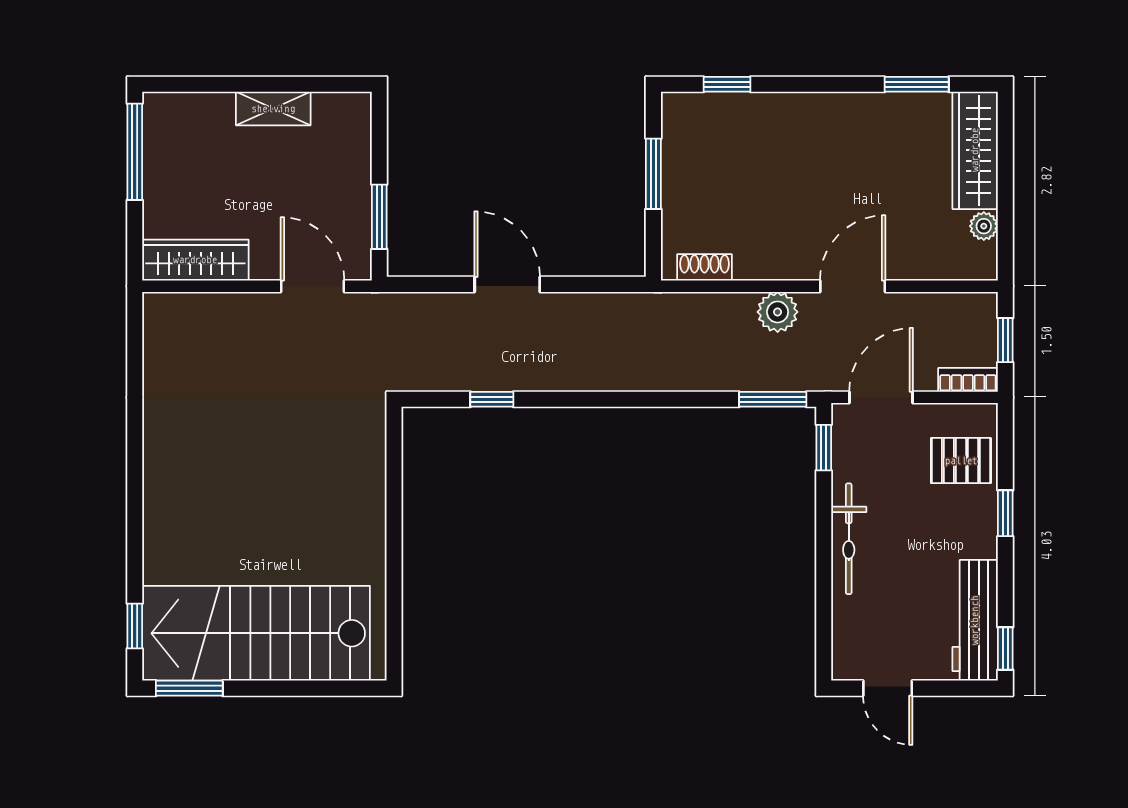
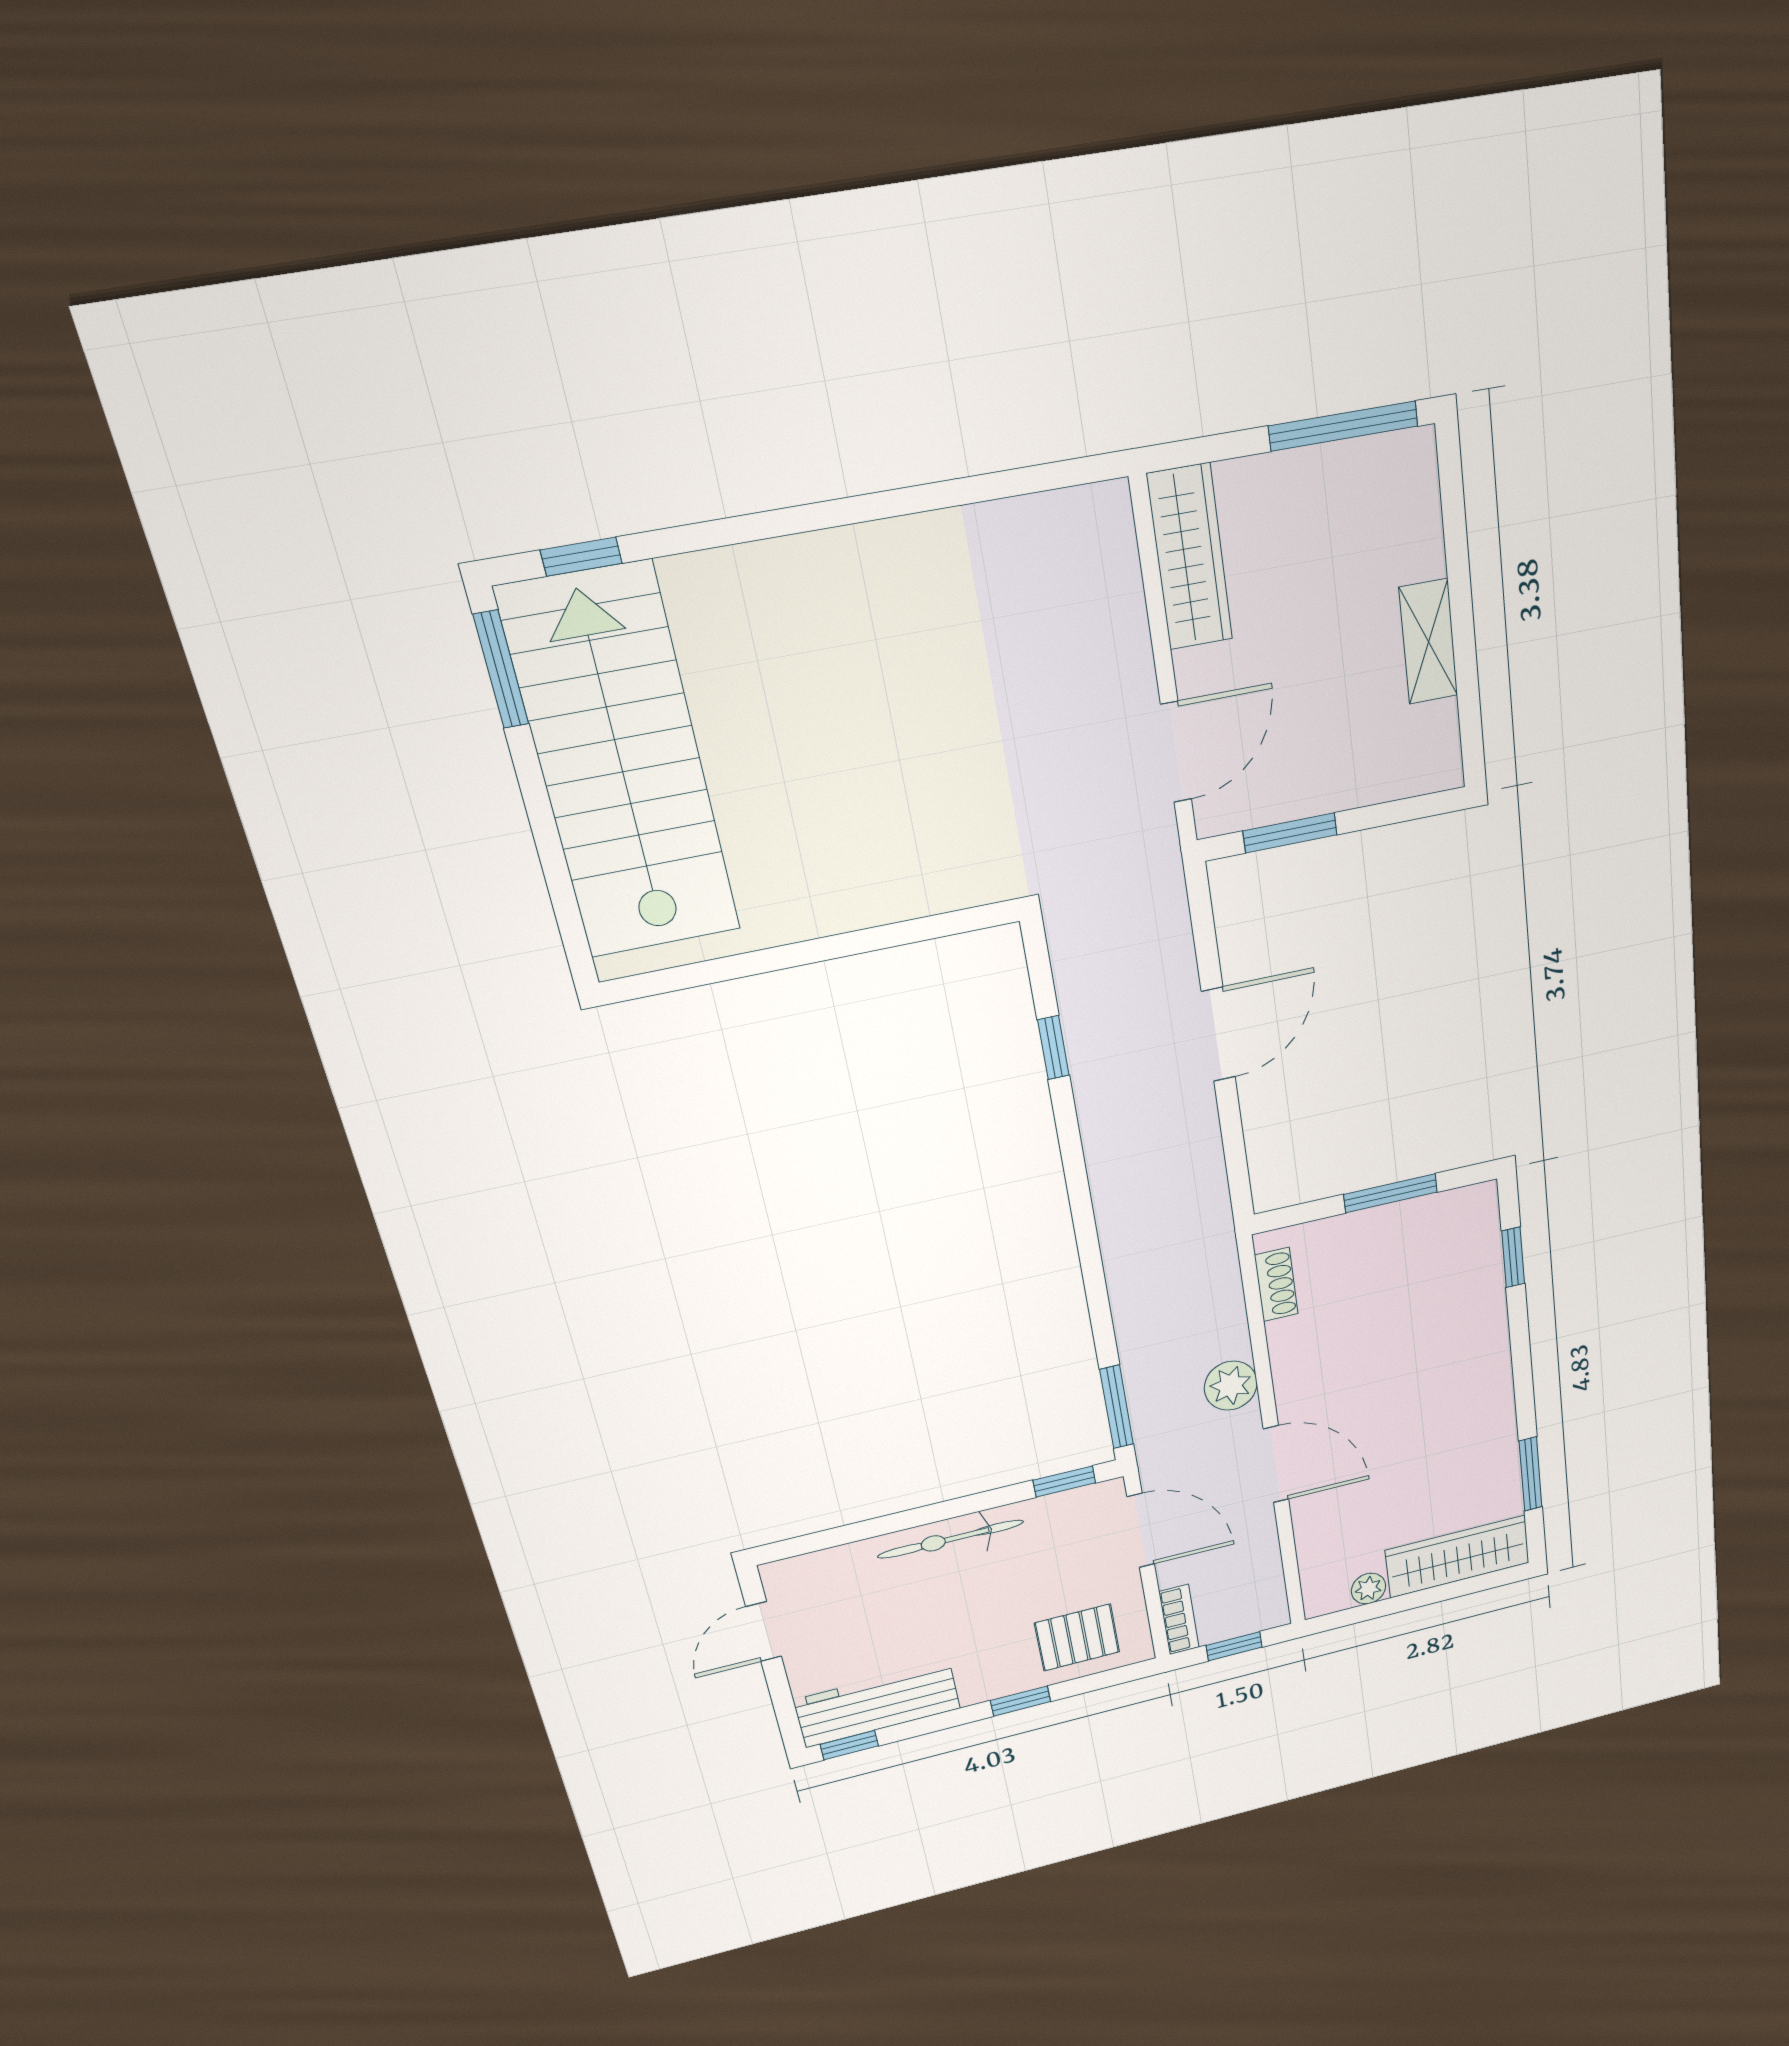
pallet: (961, 461) -> (1077, 1638), turned 90

